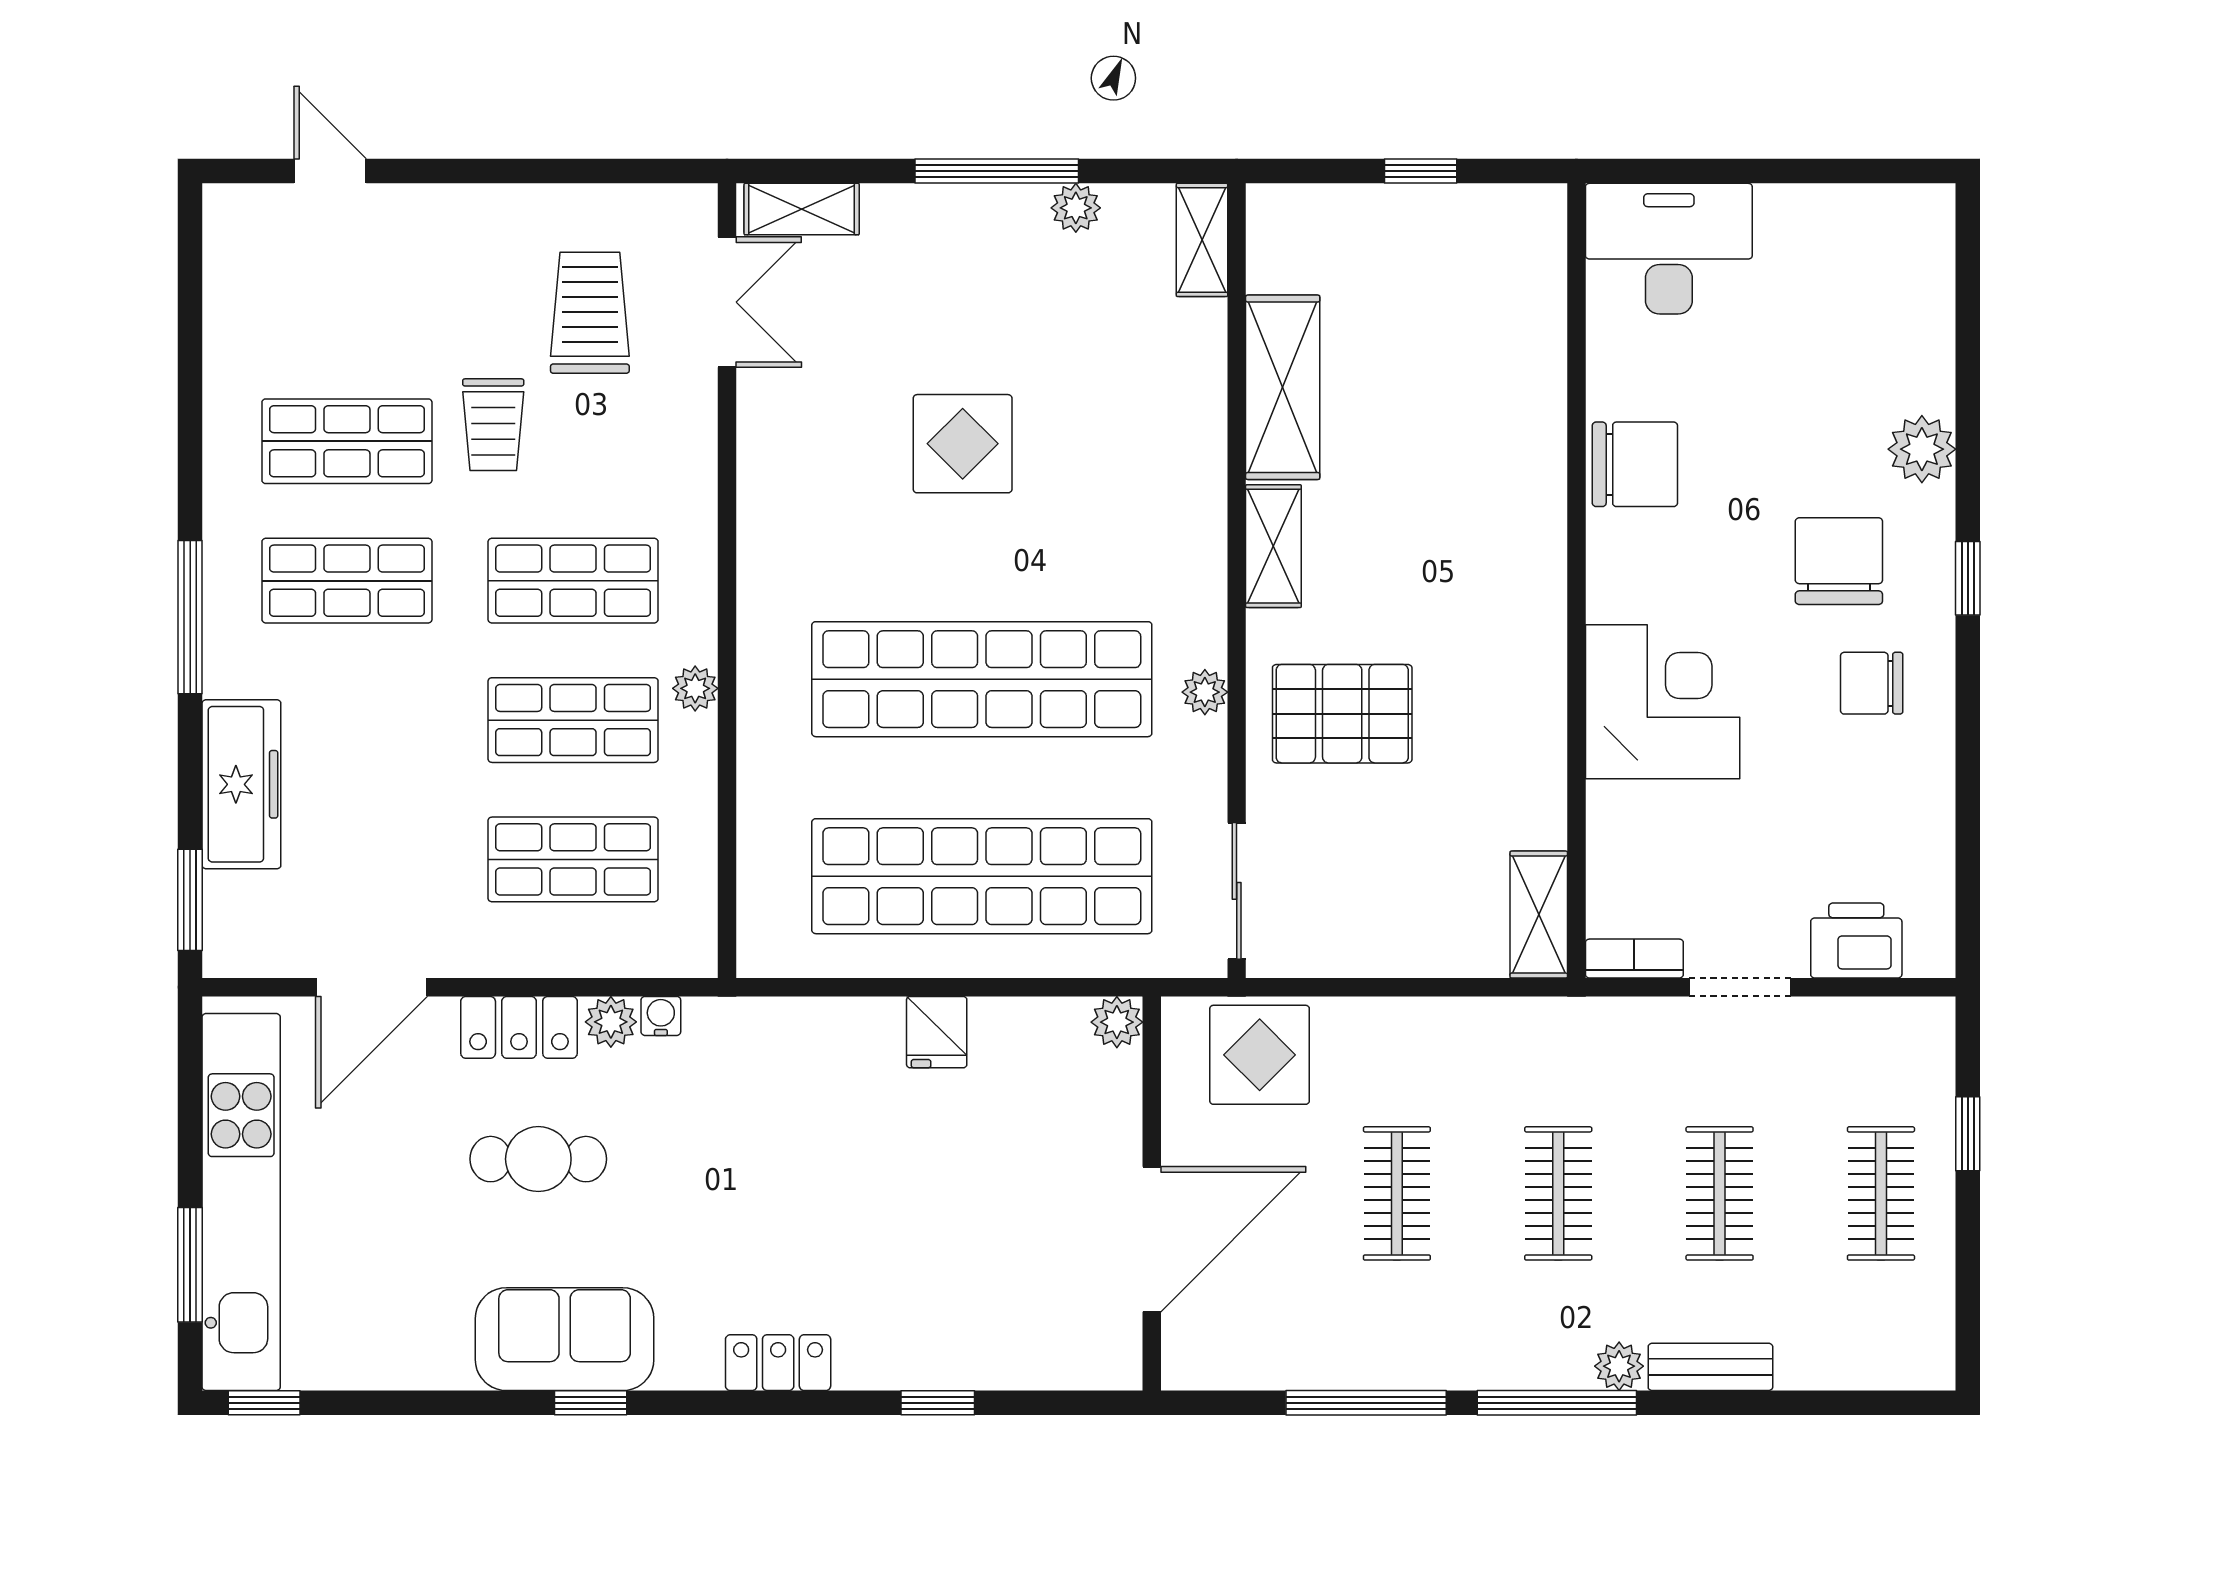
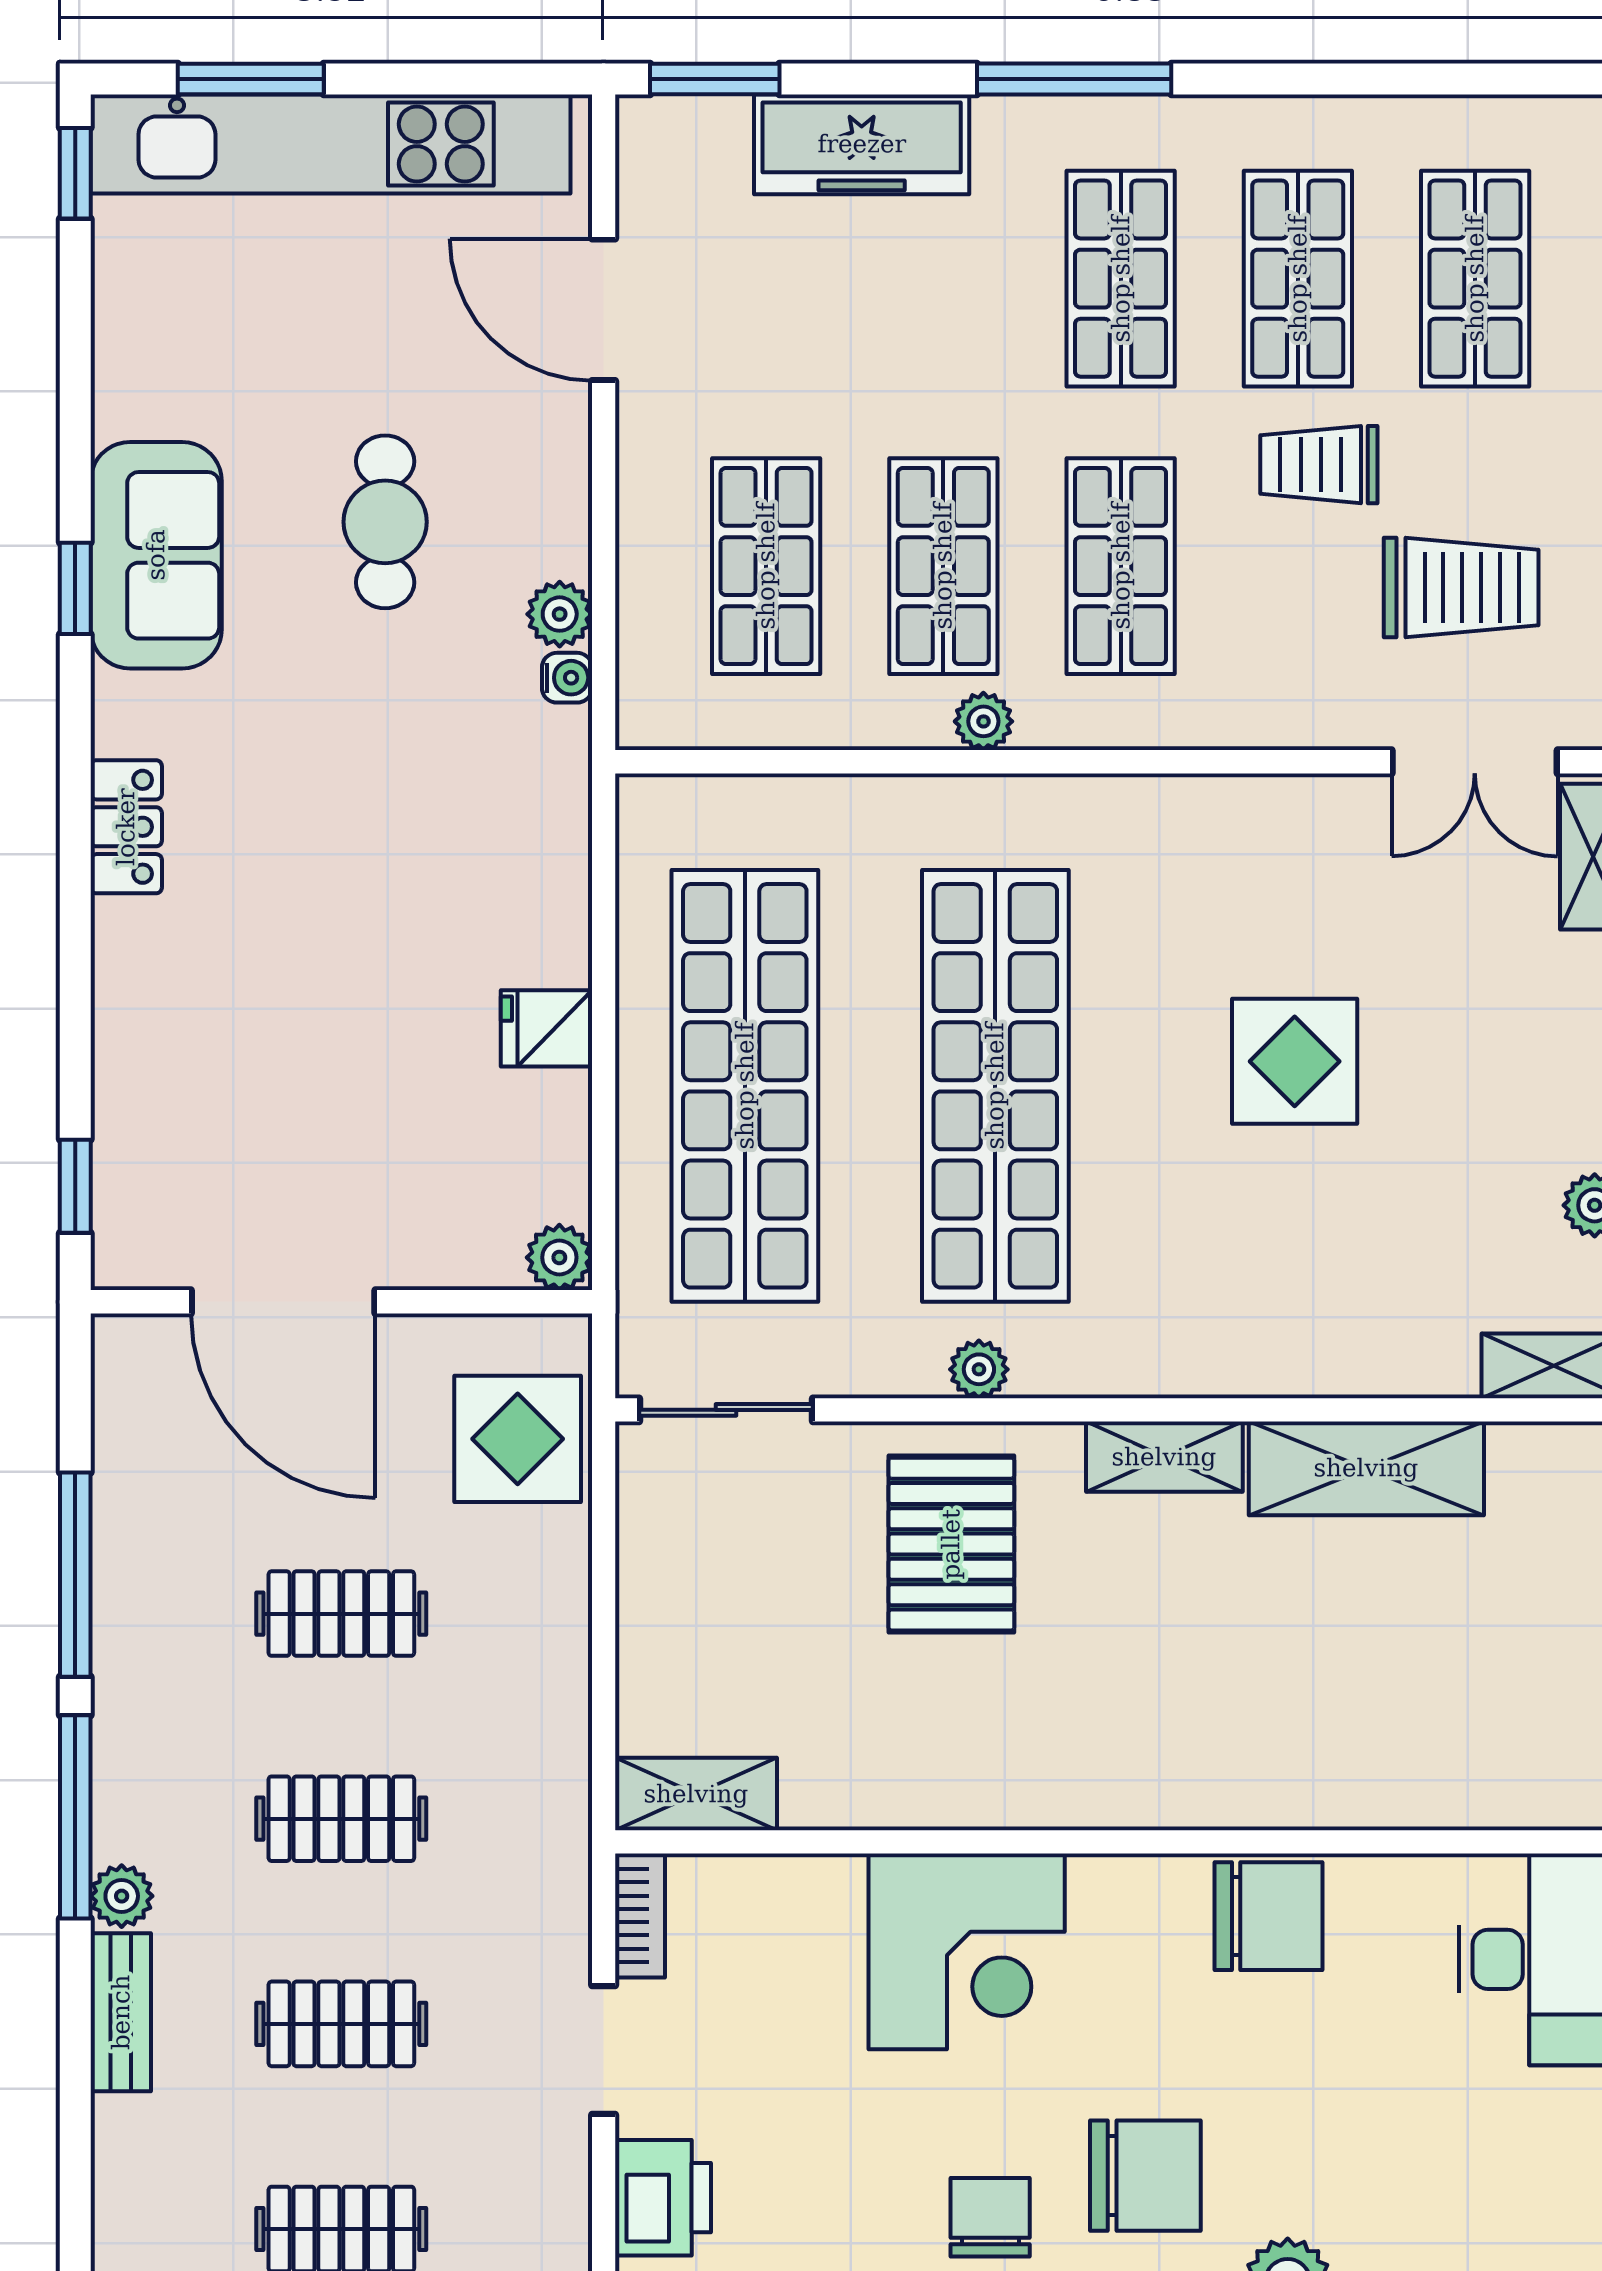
shop shelf: (347, 302) -> (1475, 279), added
chair: (1635, 464) -> (1269, 1916), turned -90
locker: (519, 1027) -> (553, 497), removed
window: (938, 1403) -> (75, 1186), moved

